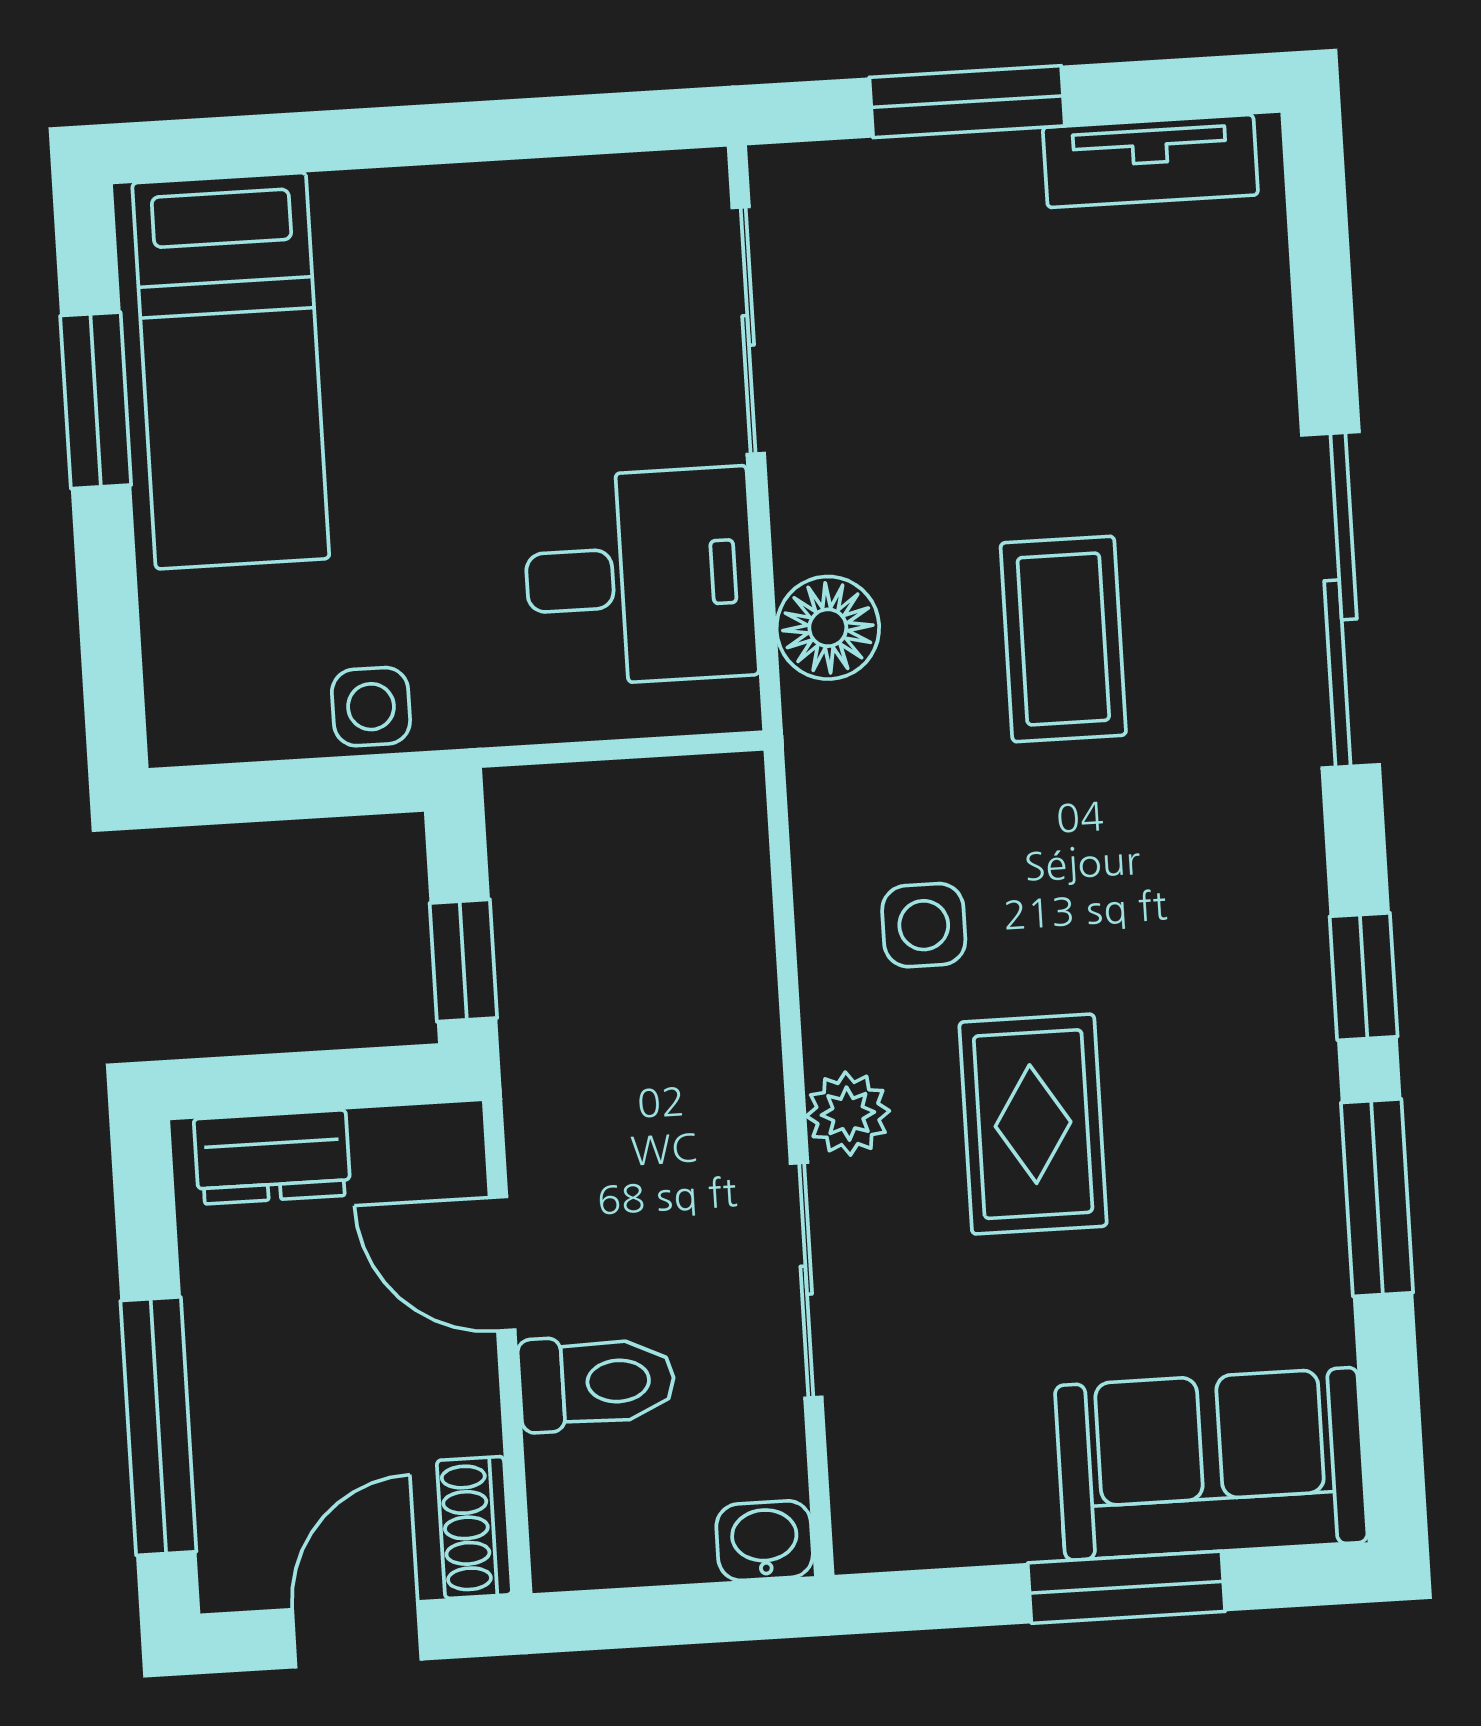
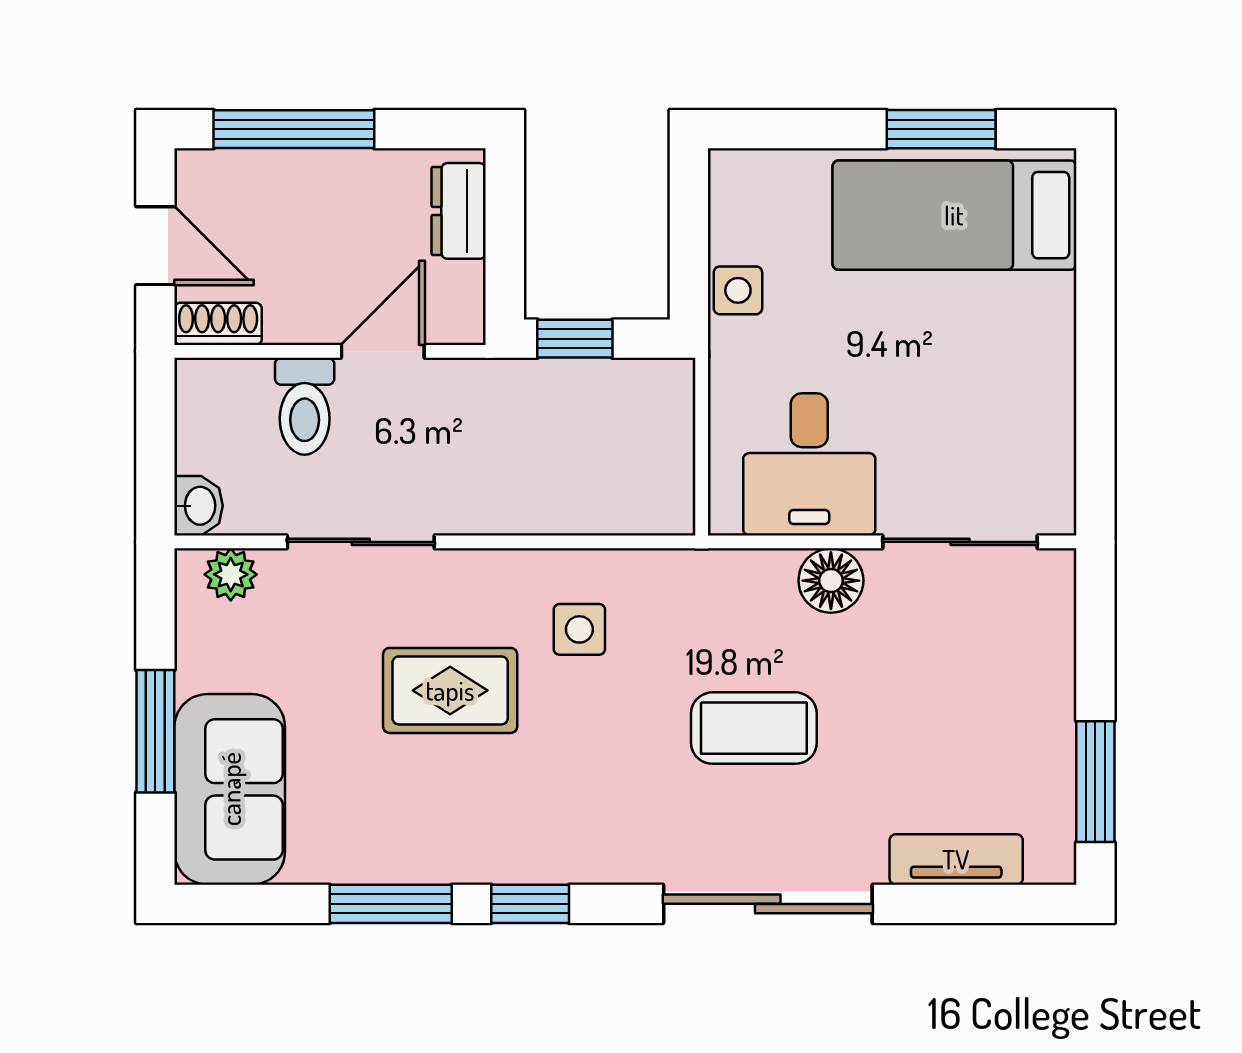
window: (967, 102) -> (1095, 782), moved
tv unit: (1150, 161) -> (956, 859), moved, turned 90
floor lamp: (828, 628) -> (831, 581), moved
plant: (848, 1114) -> (231, 574), moved

